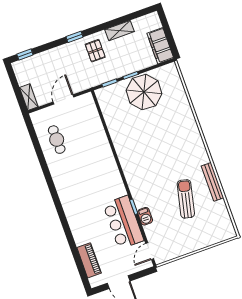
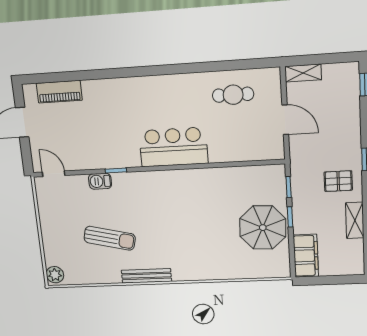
filing cabinet: (160, 46) -> (306, 256), moved, turned 90
bench: (212, 182) -> (146, 276), moved
bar counter: (123, 222) -> (173, 147), moved
plant: (227, 233) -> (55, 275), added

